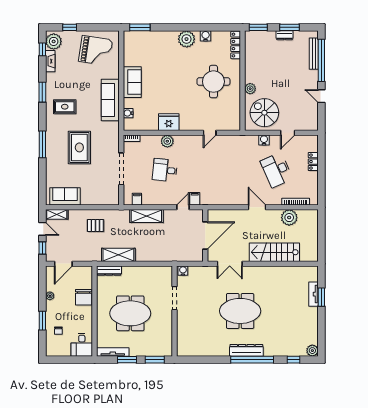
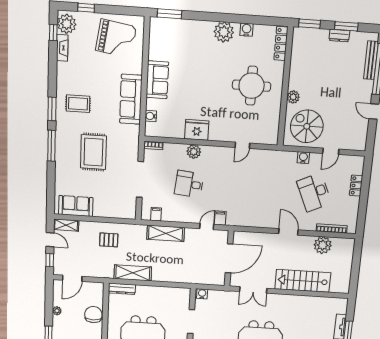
window: (42, 92) -> (52, 109), moved
chair: (84, 297) -> (93, 315), turned 180

